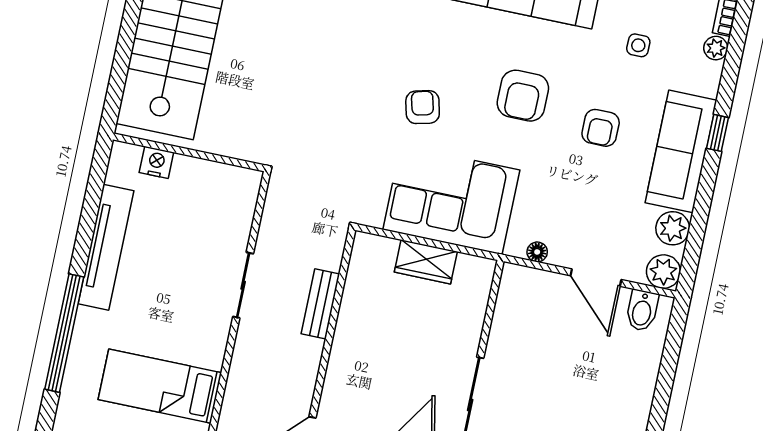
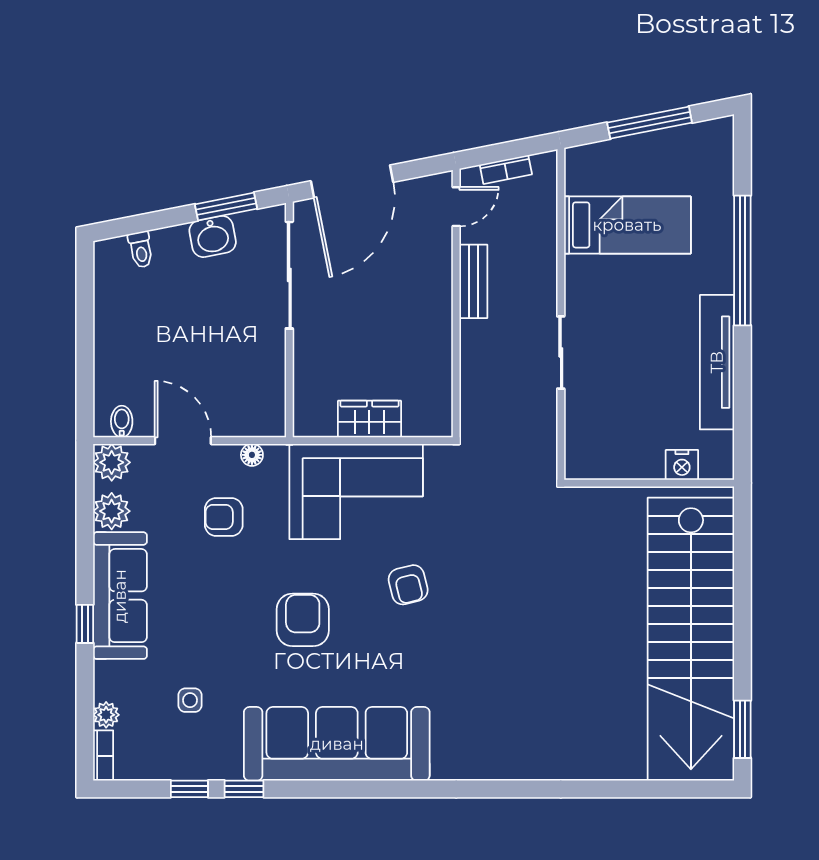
armchair: (601, 128) -> (224, 517), moved, turned -90
bench: (320, 304) -> (473, 281), moved
bidet: (642, 310) -> (122, 421), width x0.72, depth x0.74

